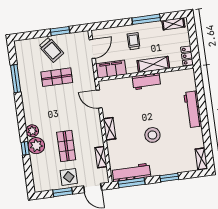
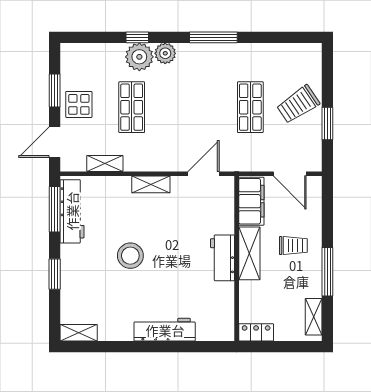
shelving: (153, 64) -> (249, 253), moved
window: (16, 79) -> (213, 37), moved
shop shelf: (66, 146) -> (132, 107), turned 90

